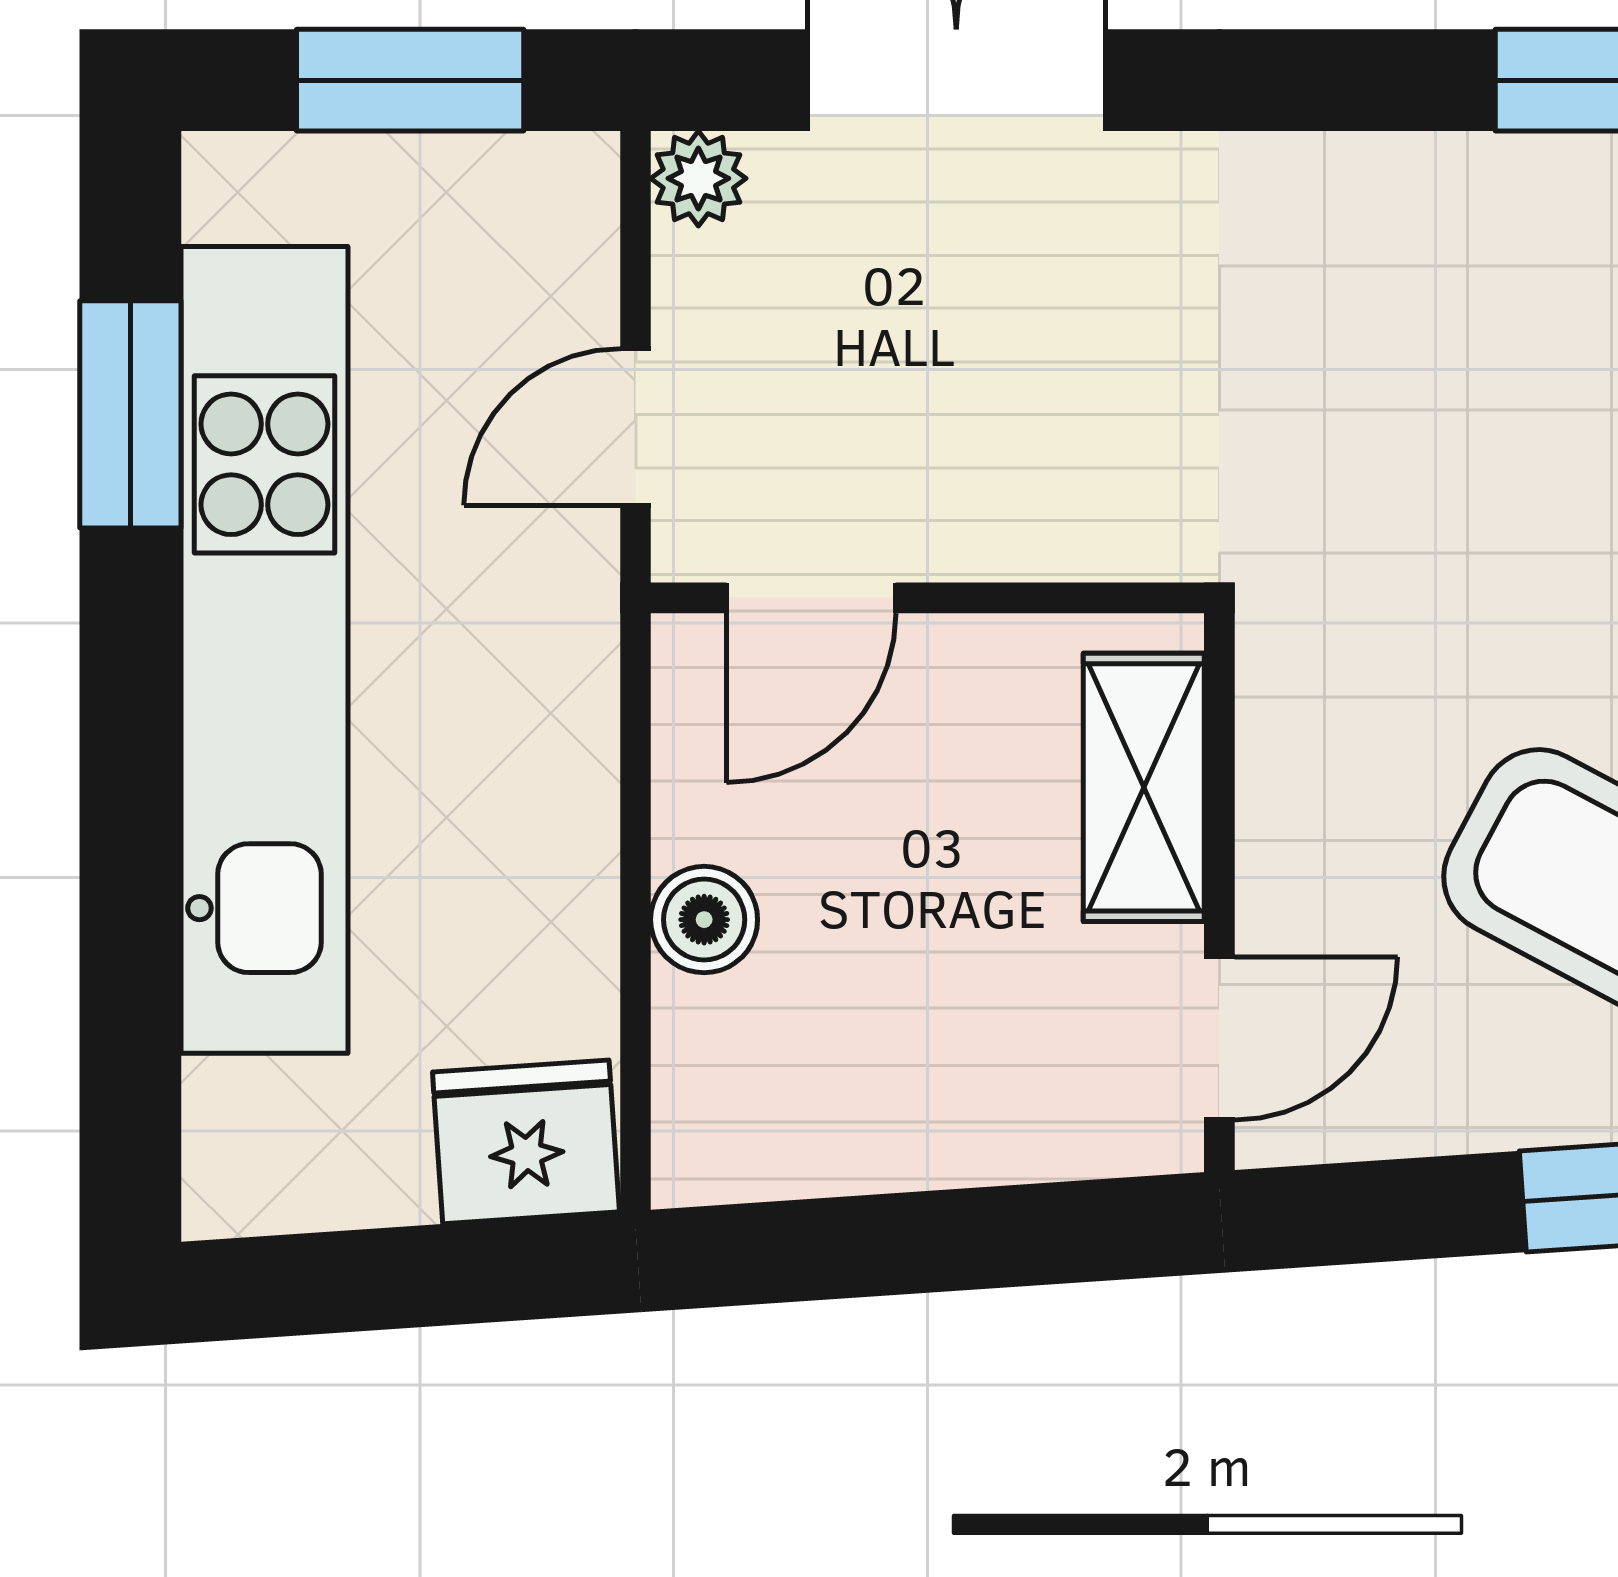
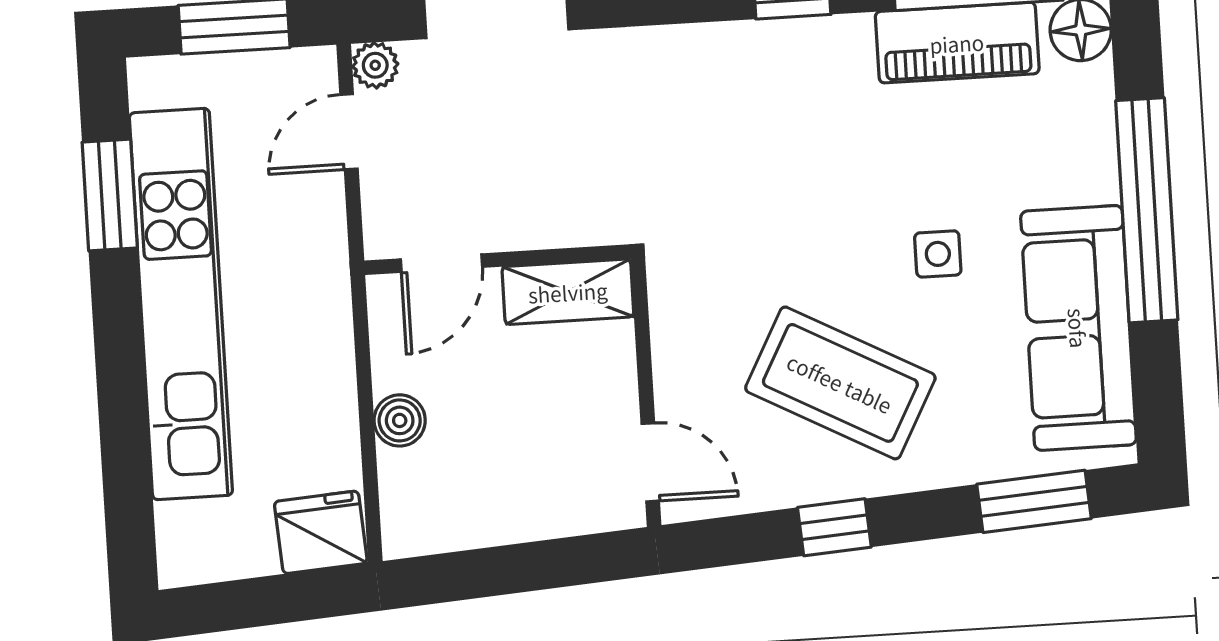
door: (636, 427) -> (349, 132), moved
shelving: (1144, 787) -> (568, 292), moved, turned 90
door: (1219, 1038) -> (650, 462), hinge flipped

